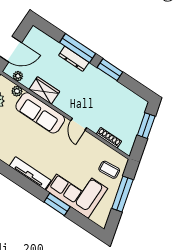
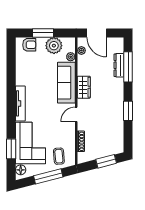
window: (78, 48) -> (128, 67), moved
dresser: (74, 59) -> (119, 65), moved
wardrobe: (44, 90) -> (84, 87), moved
window: (57, 204) -> (11, 149), moved
floor lamp: (97, 217) -> (21, 170), added

